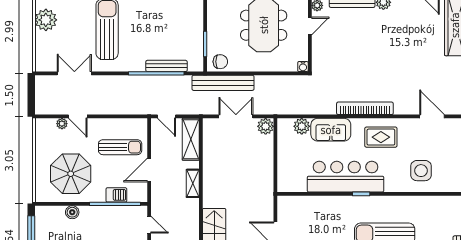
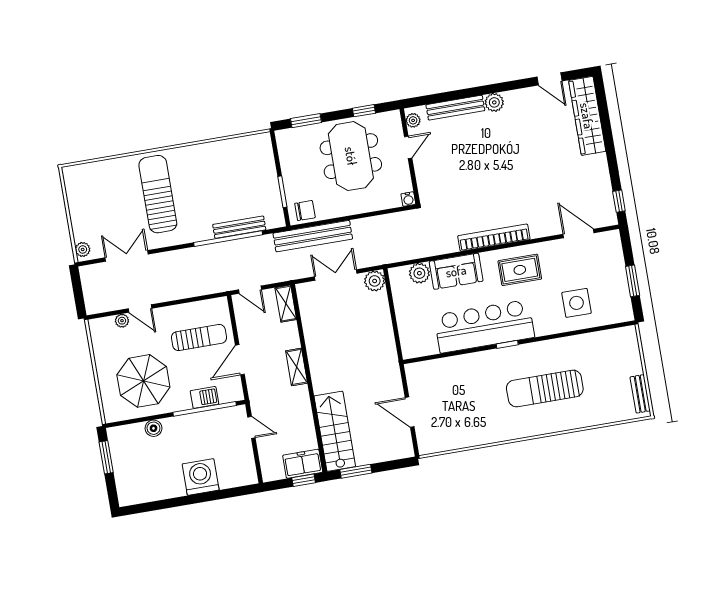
plant: (46, 20) -> (83, 249), moved, width x0.53, depth x0.53
shelving: (191, 139) -> (286, 304), width x0.67, depth x0.75

